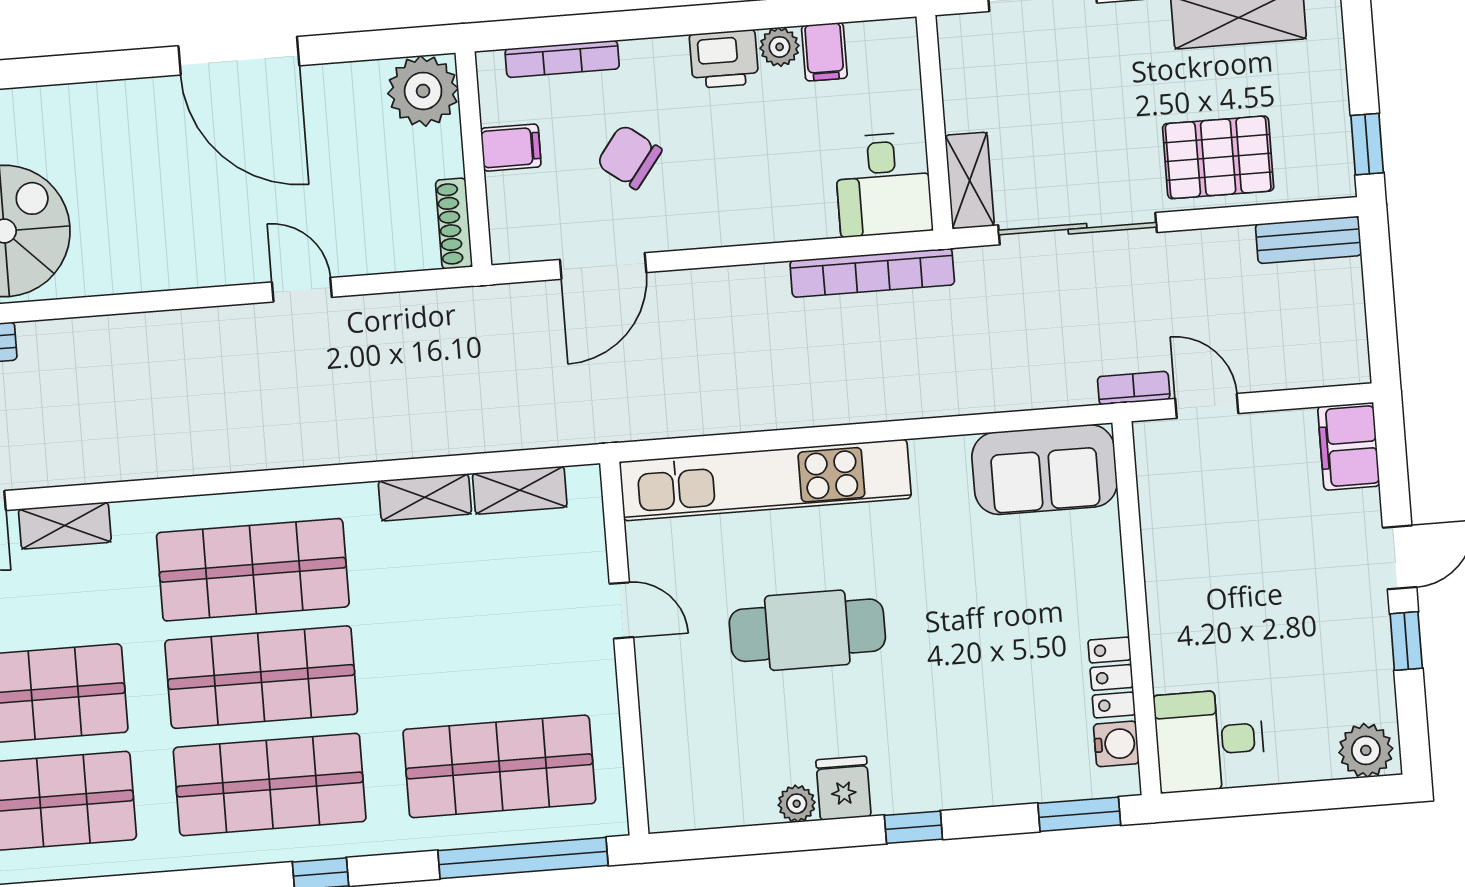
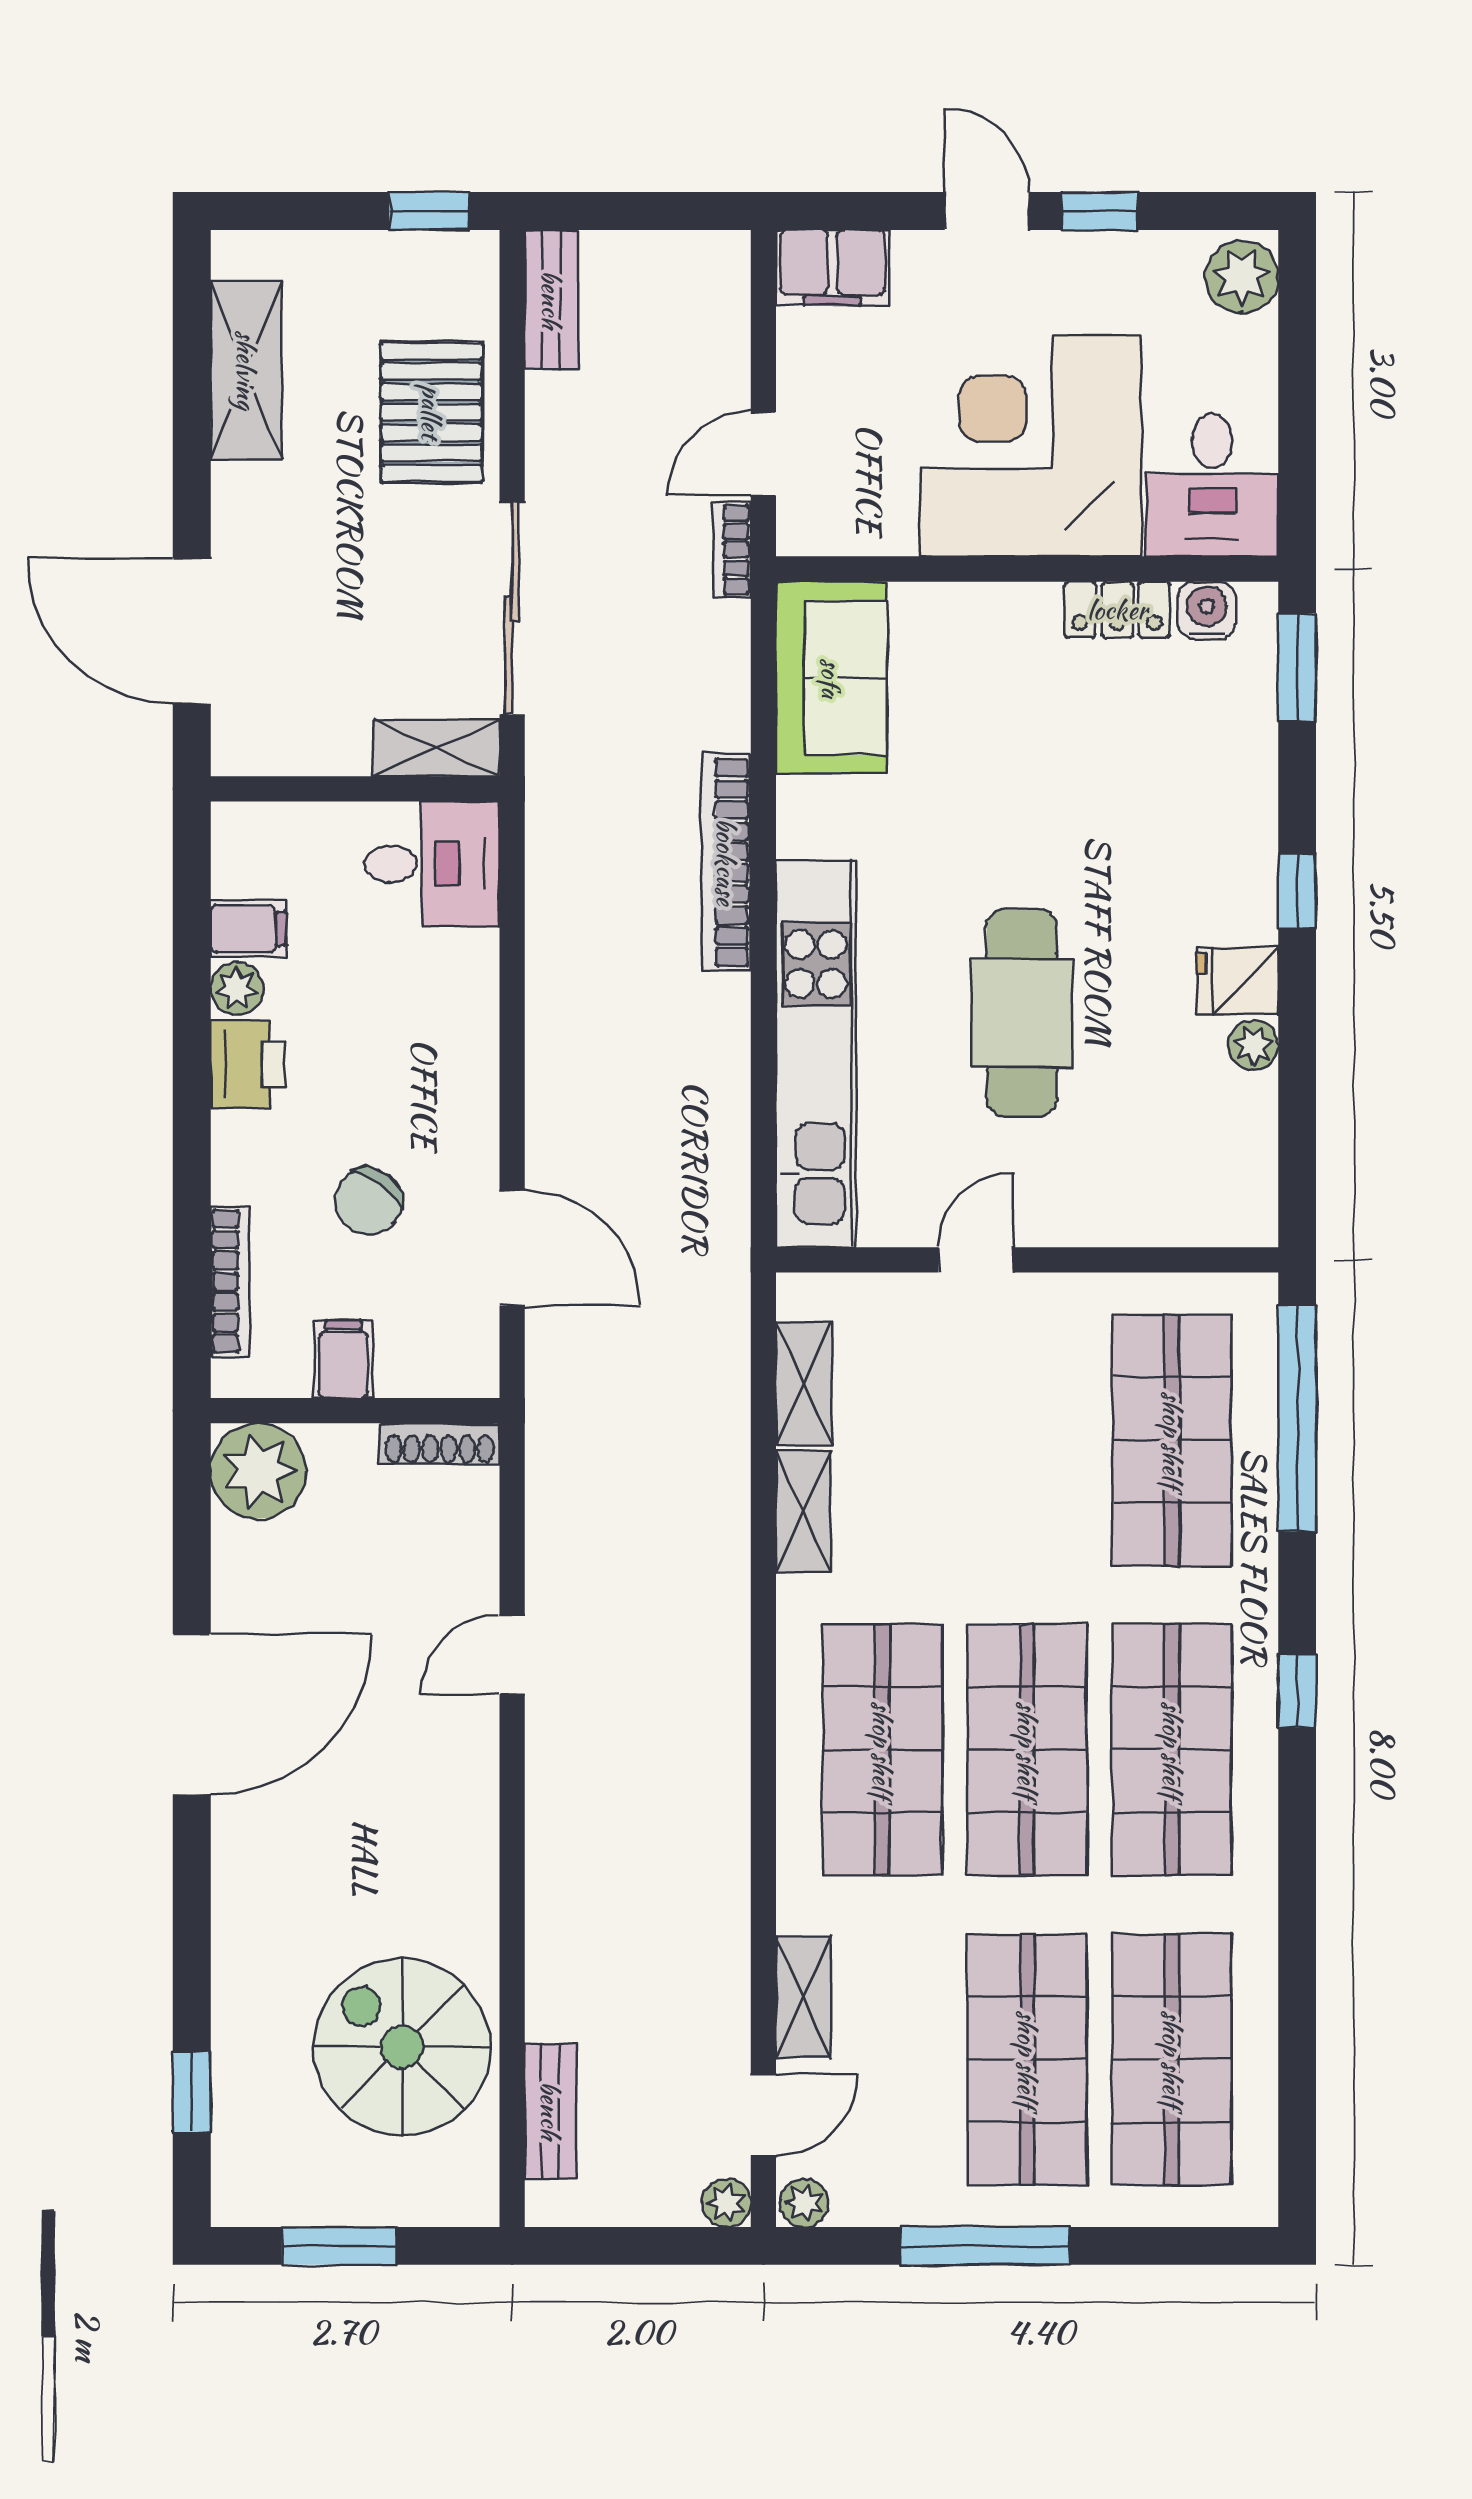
bookcase: (872, 273) -> (726, 862), moved, turned 180
corner desk: (1228, 604) -> (1030, 446), added

